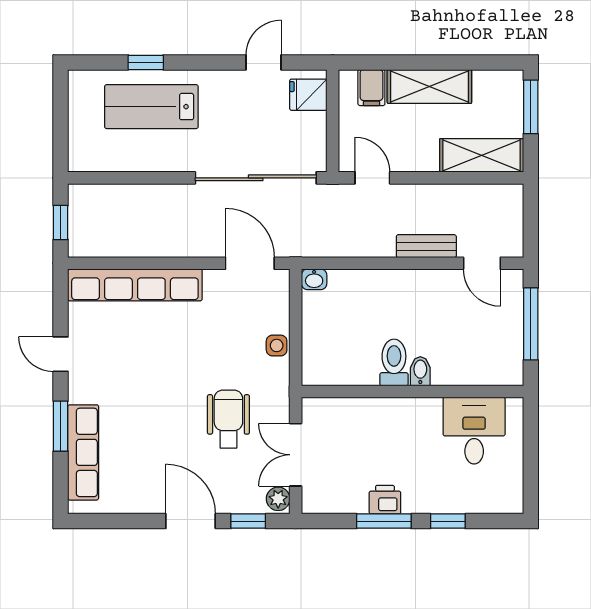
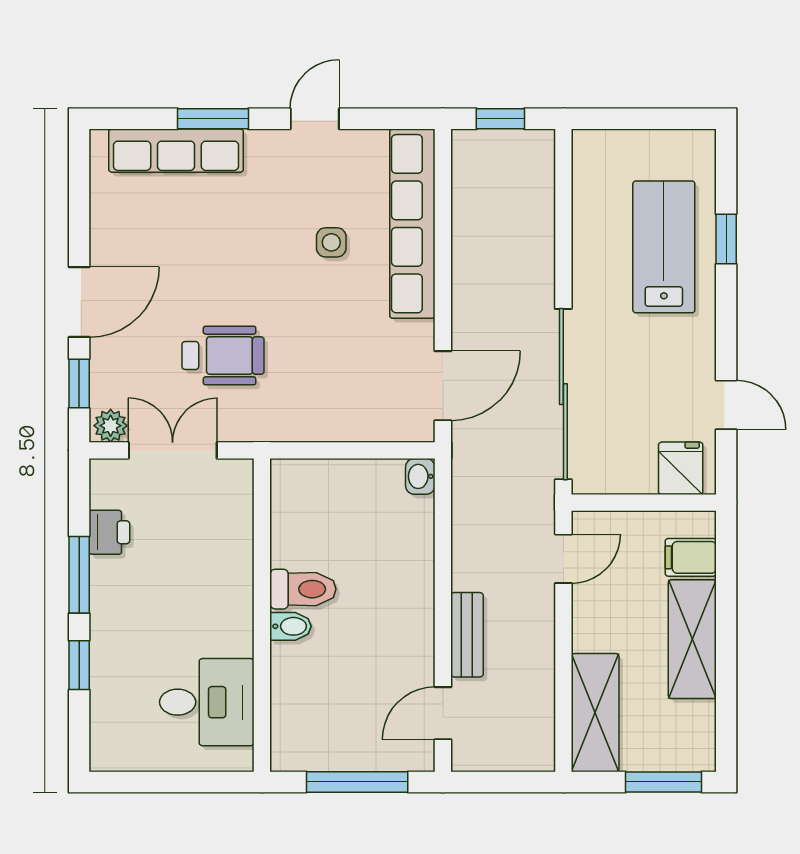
side table: (277, 345) -> (331, 242), moved
printer: (385, 500) -> (109, 532), moved

